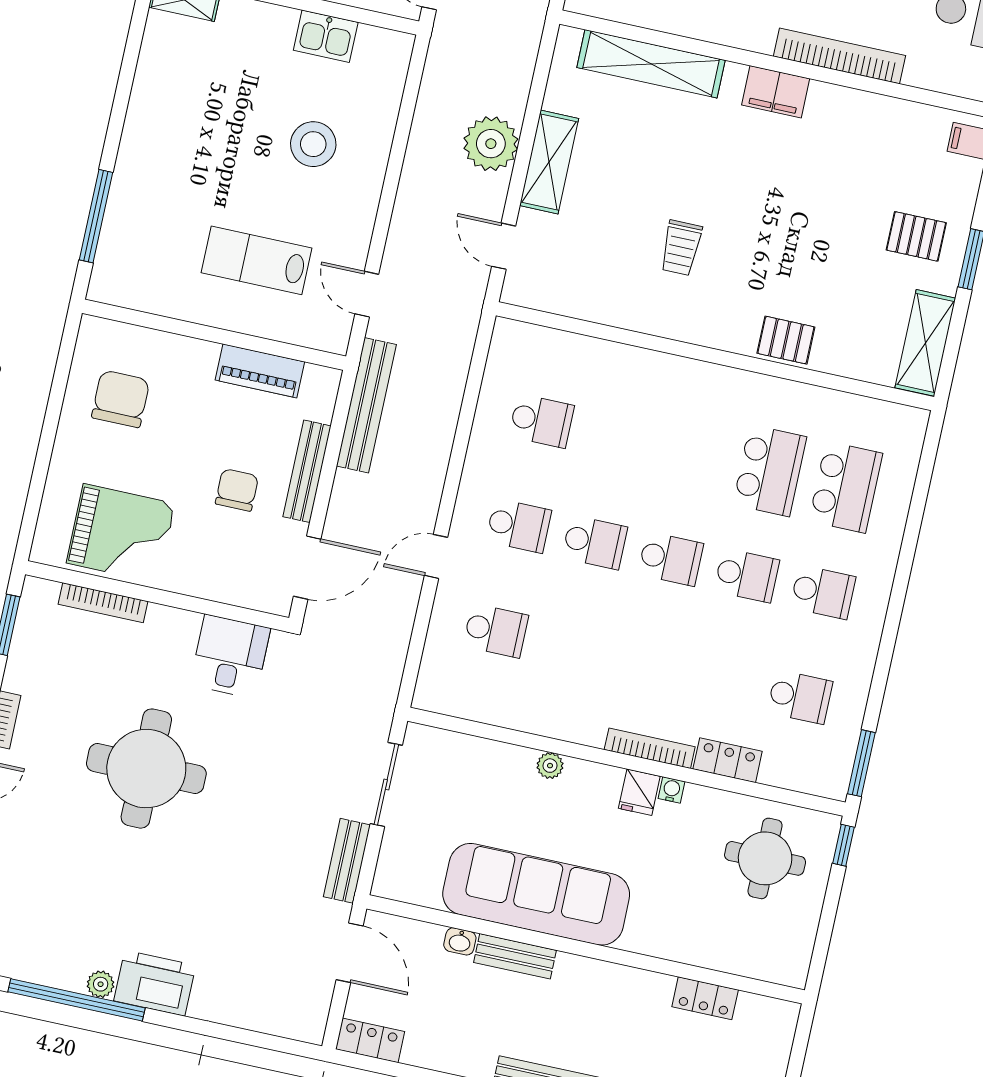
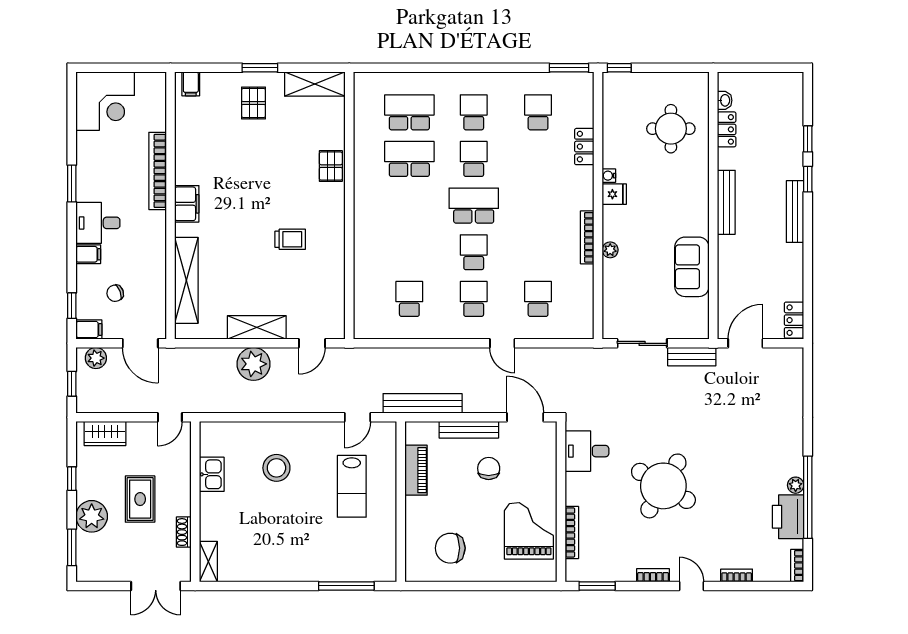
chair: (237, 490) -> (489, 468), turned 90
school desk: (671, 559) -> (474, 206), width x1.85
bookcase: (650, 748) -> (587, 237), moved
round table: (146, 769) -> (663, 486), turned 31
round table: (765, 858) -> (671, 129), moved
sofa: (536, 894) -> (692, 267), width x0.54, depth x0.79
washbasin: (460, 941) -> (725, 100), moved
bench: (515, 956) -> (726, 202), moved, width x1.36
printer: (155, 983) -> (788, 517), moved

